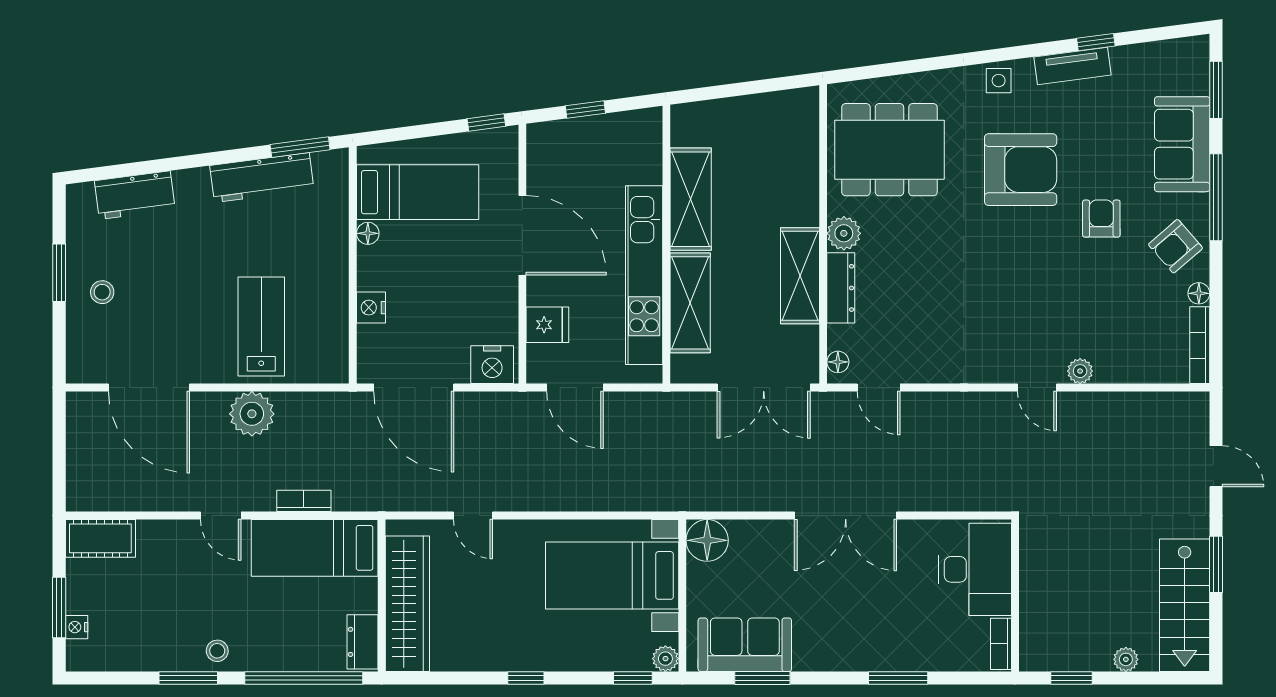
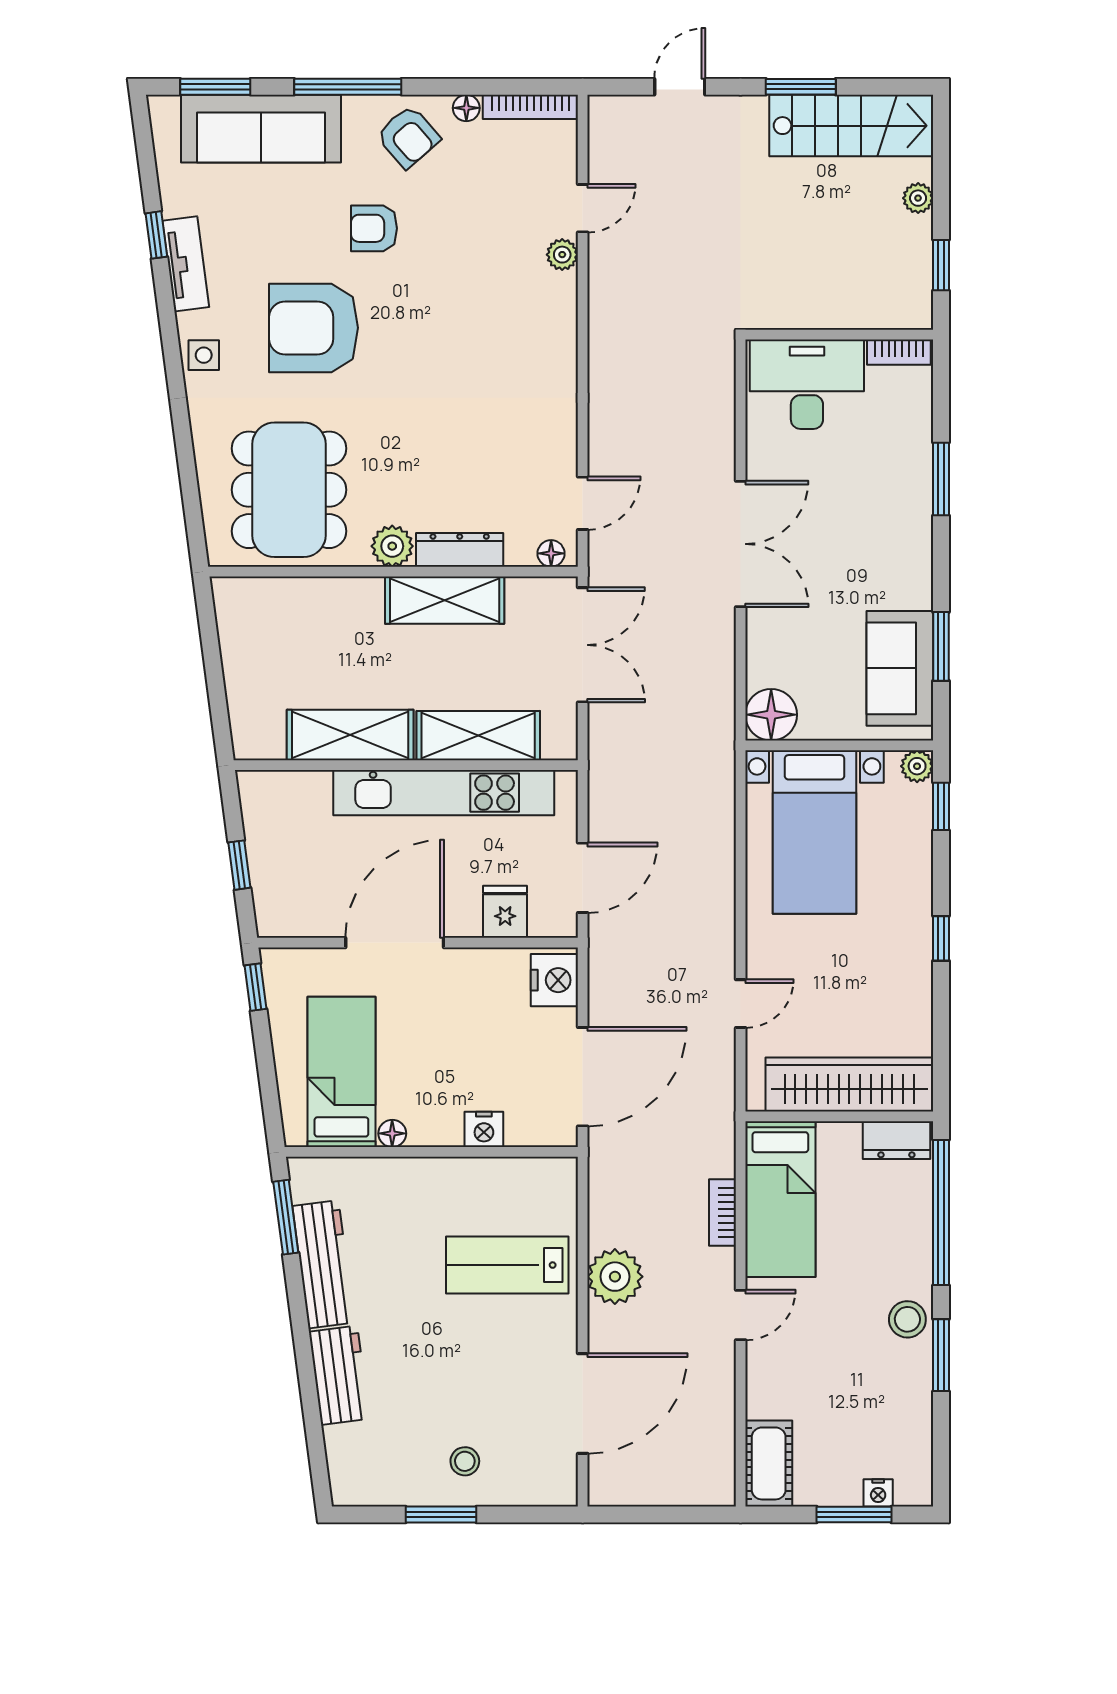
sofa: (1182, 144) -> (261, 129), width x1.36
armchair: (1021, 170) -> (314, 328), turned -90
workbench: (135, 195) -> (339, 1375), moved
door: (1037, 388) -> (583, 208), moved
stool: (217, 651) -> (907, 1319), width x1.37, depth x1.37

